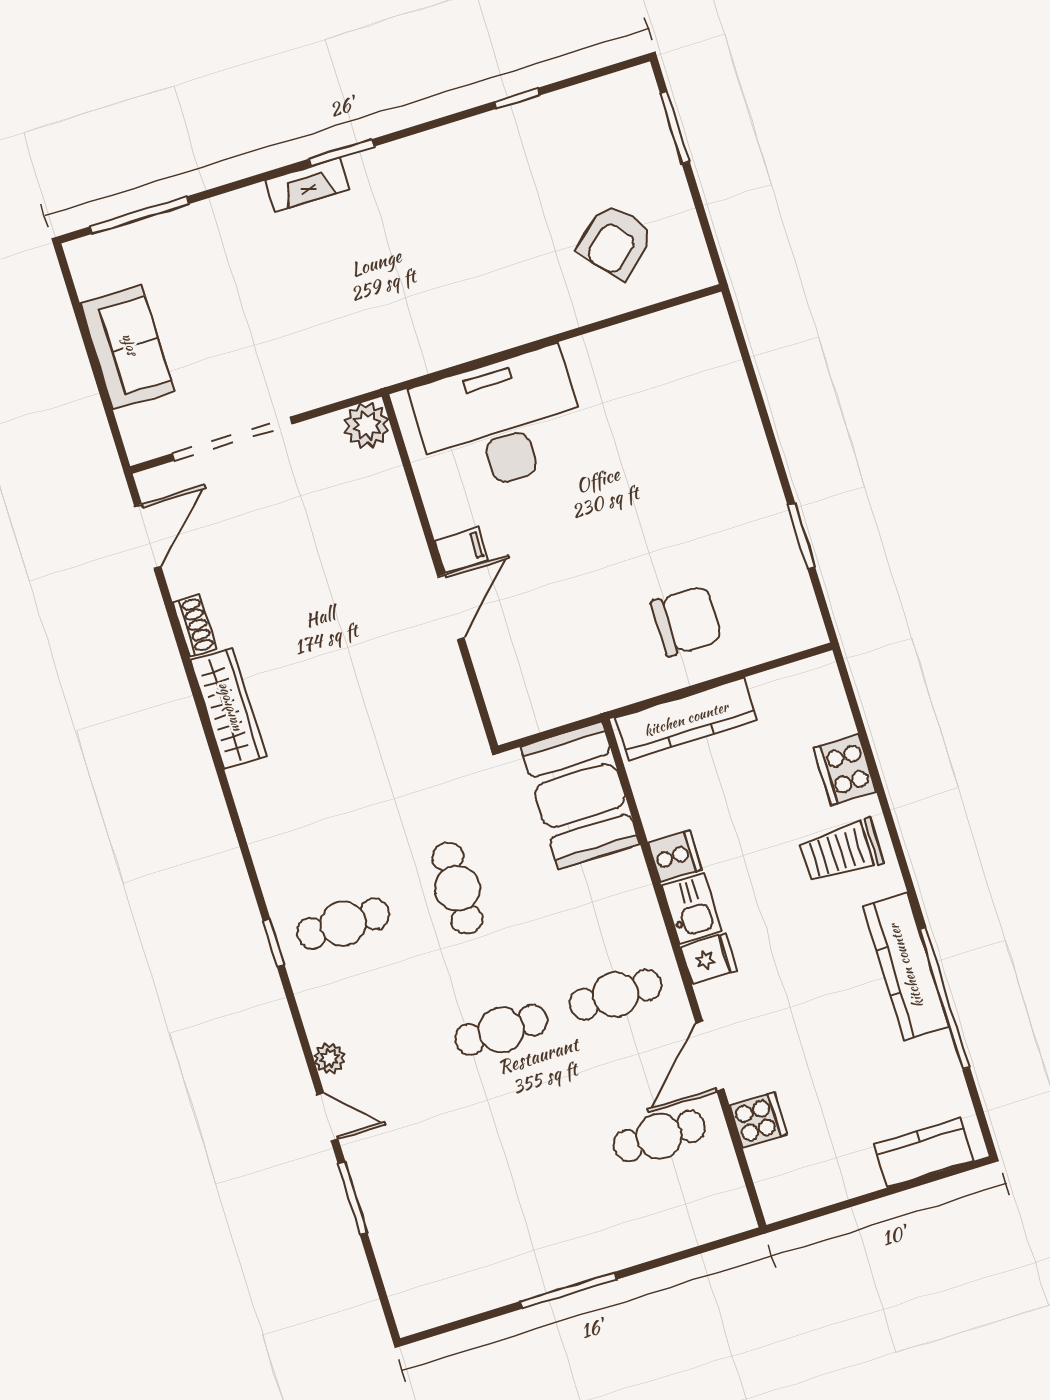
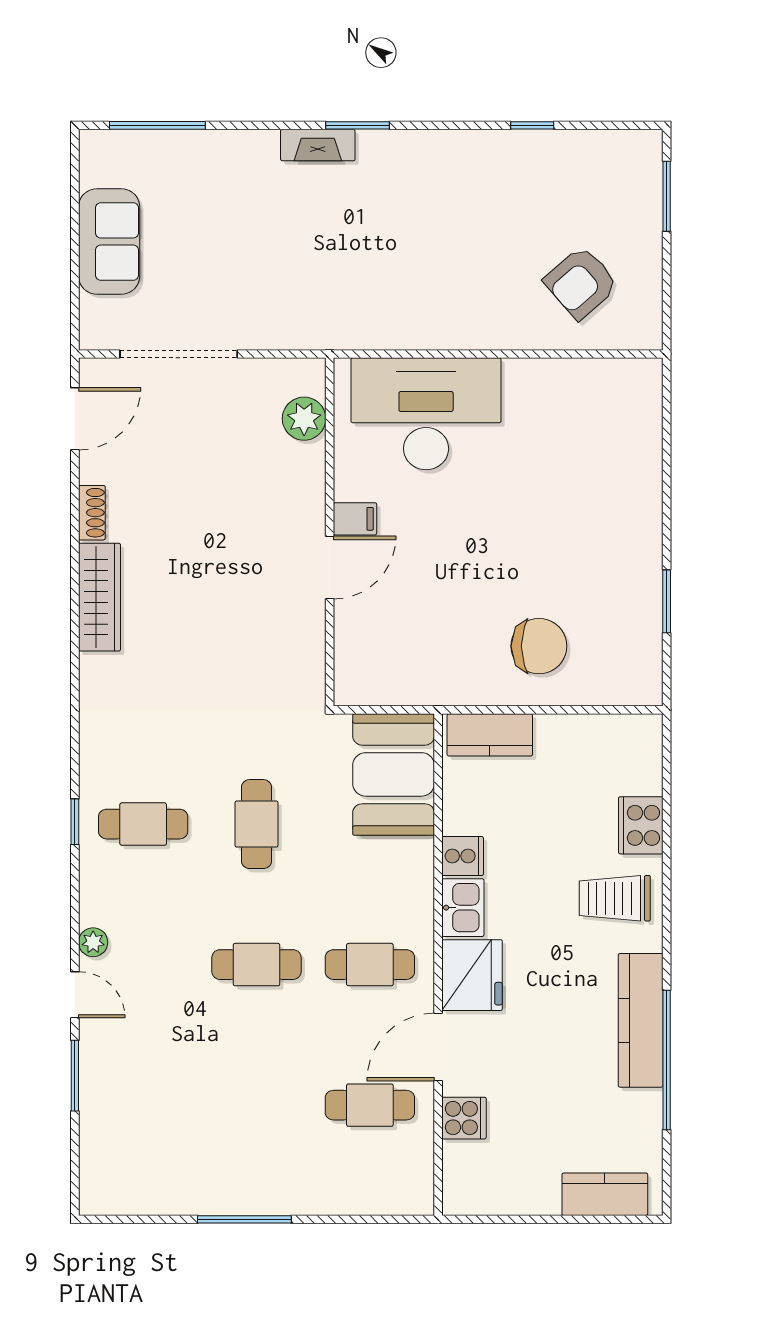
plant: (367, 425) -> (304, 419), moved
kitchen counter: (686, 719) -> (490, 735), width x0.67
fridge: (709, 959) -> (472, 975), width x1.88, depth x1.34

